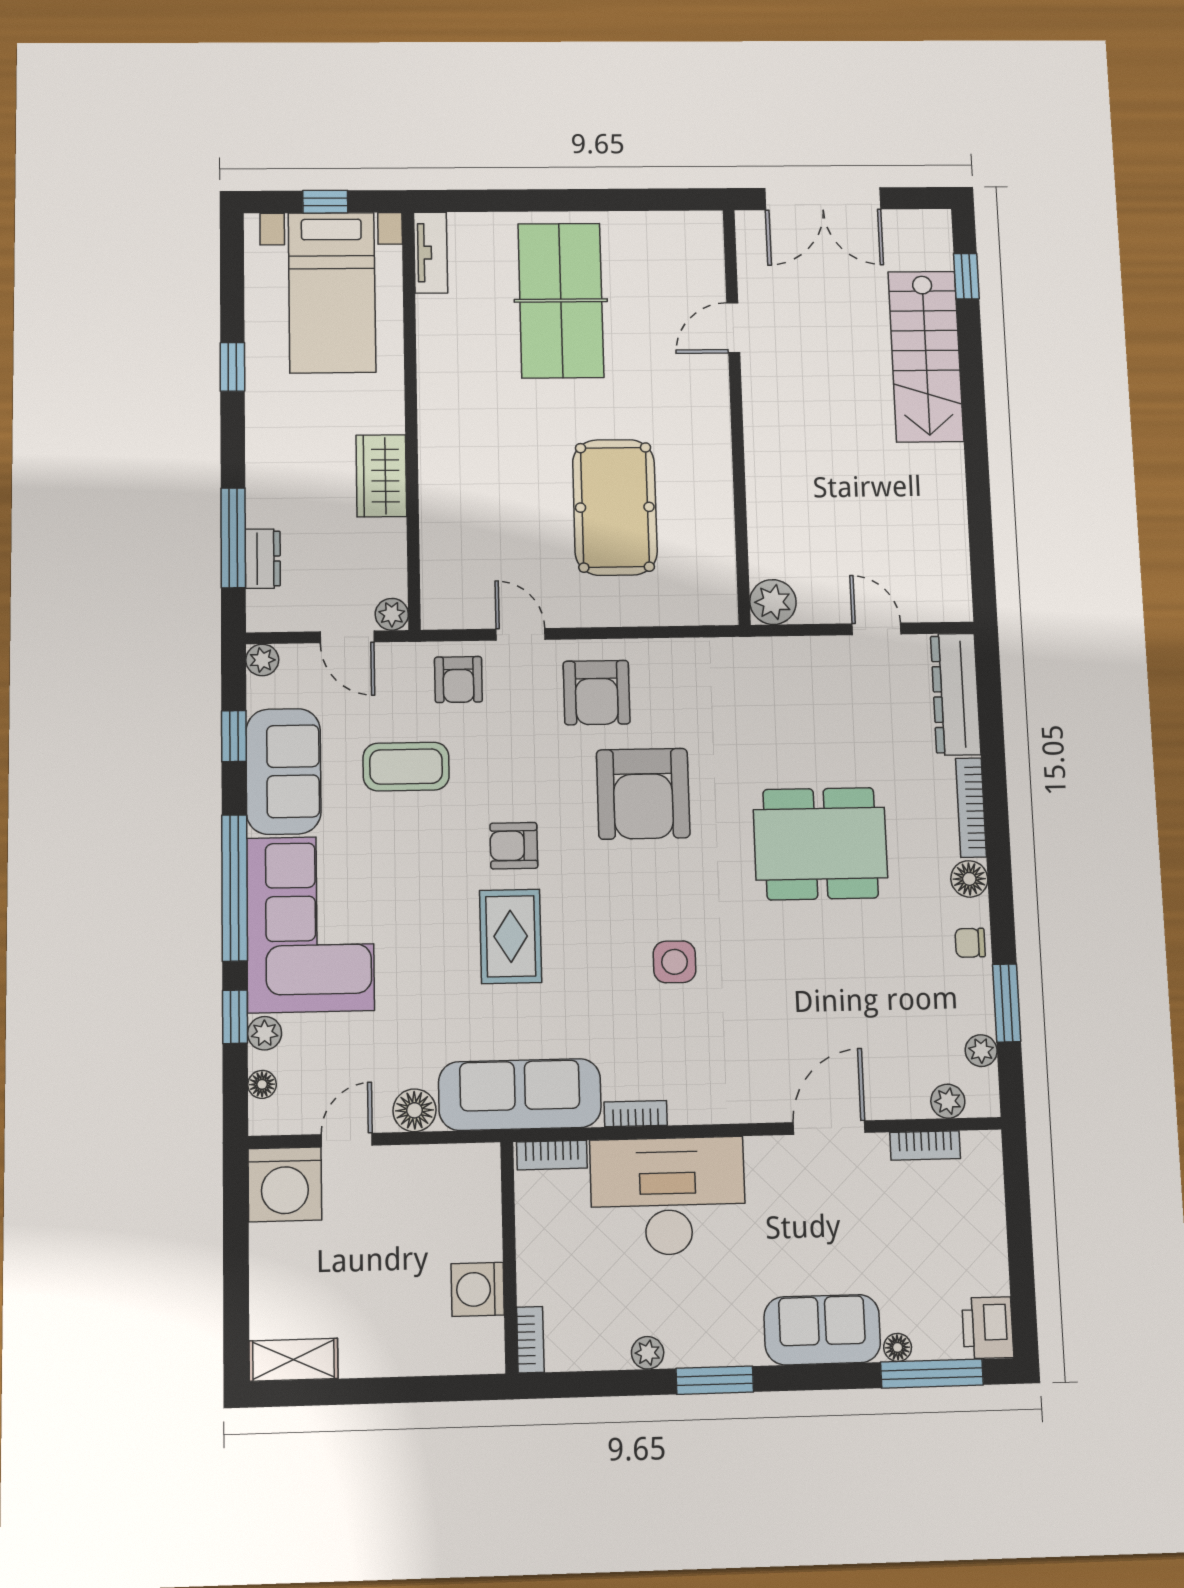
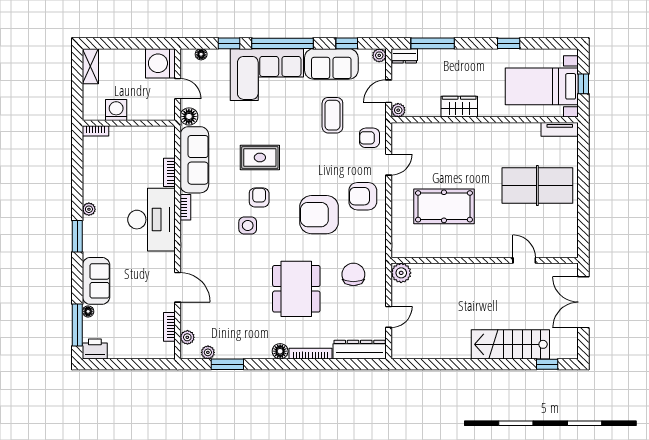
dresser: (263, 559) -> (404, 56), moved
armchair: (514, 846) -> (259, 198), moved
chair: (970, 943) -> (353, 274), moved, width x1.87, depth x1.87
plant: (265, 1033) -> (222, 55), removed
wall: (509, 1257) -> (129, 123), moved
washing machine: (478, 1289) -> (116, 110), moved
bookcase: (530, 1340) -> (96, 131), moved

